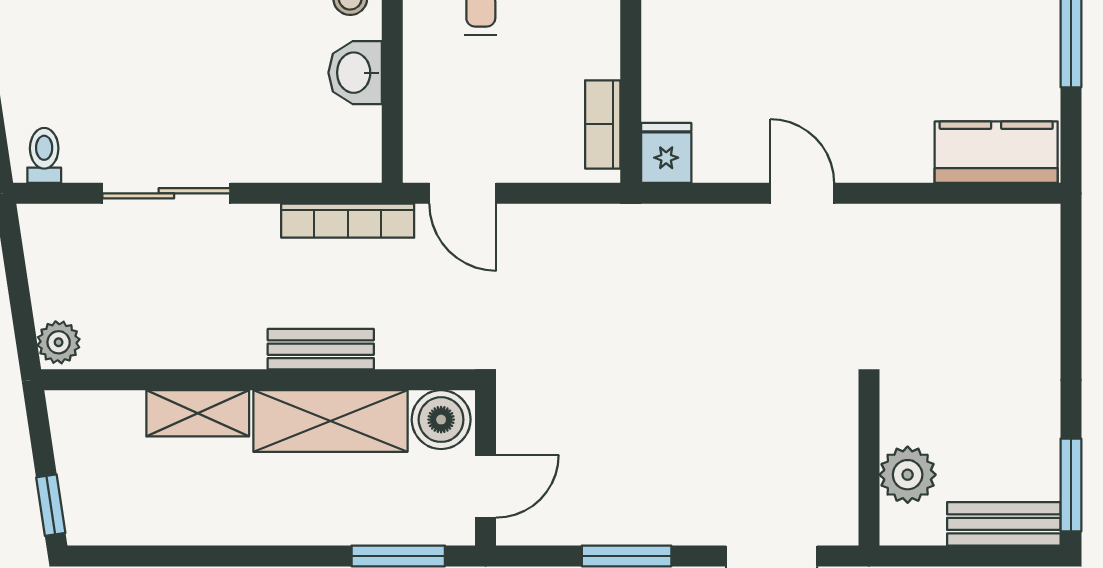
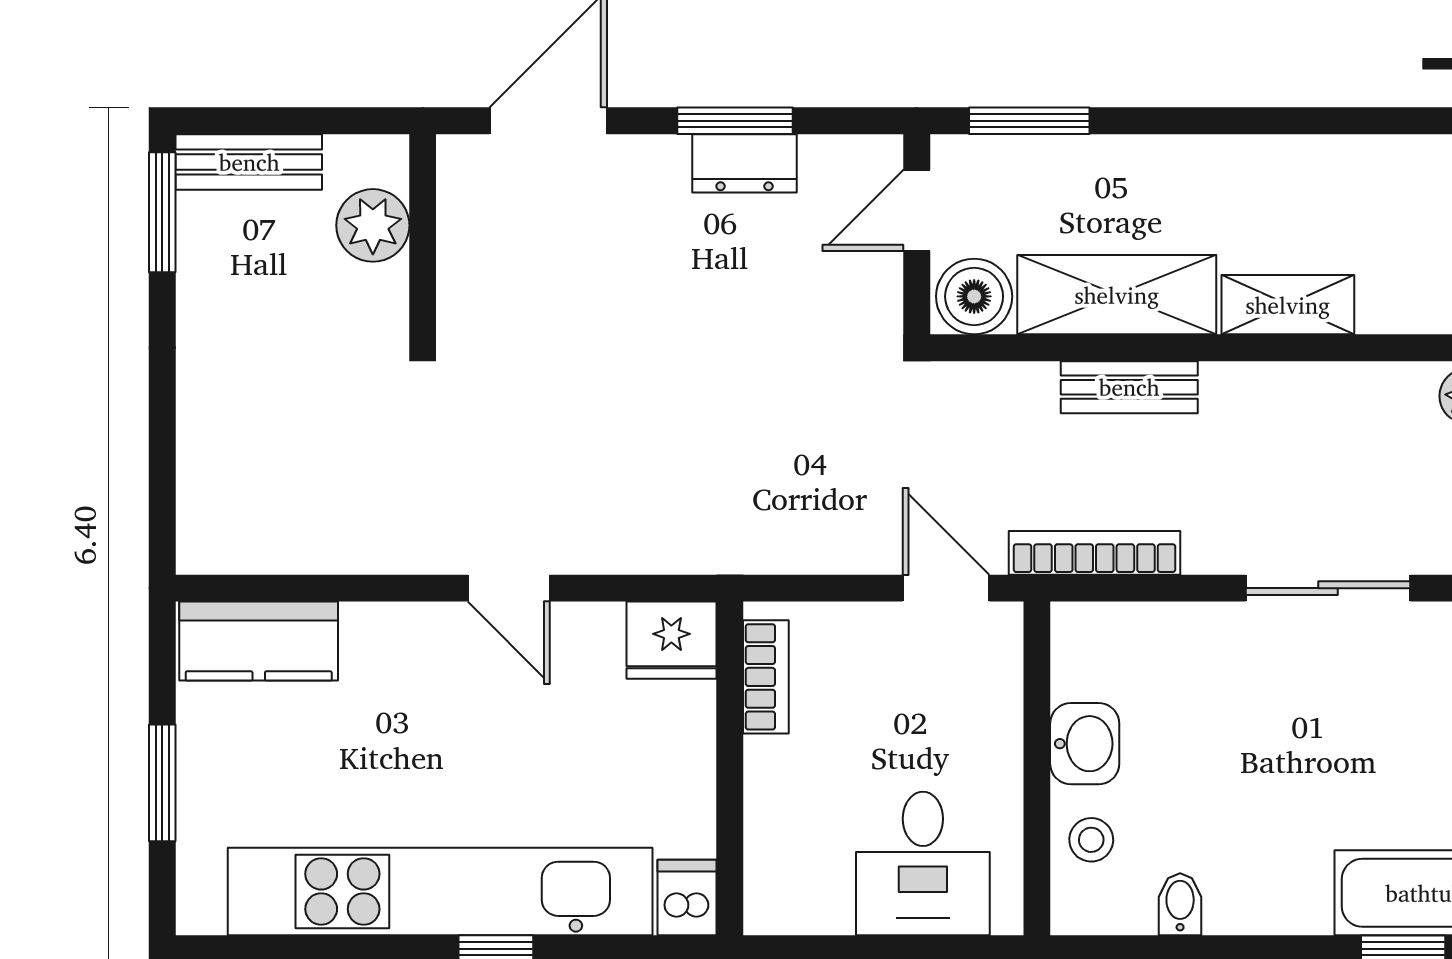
fridge: (666, 153) -> (671, 640), width x1.38
dresser: (619, 523) -> (745, 163), added

